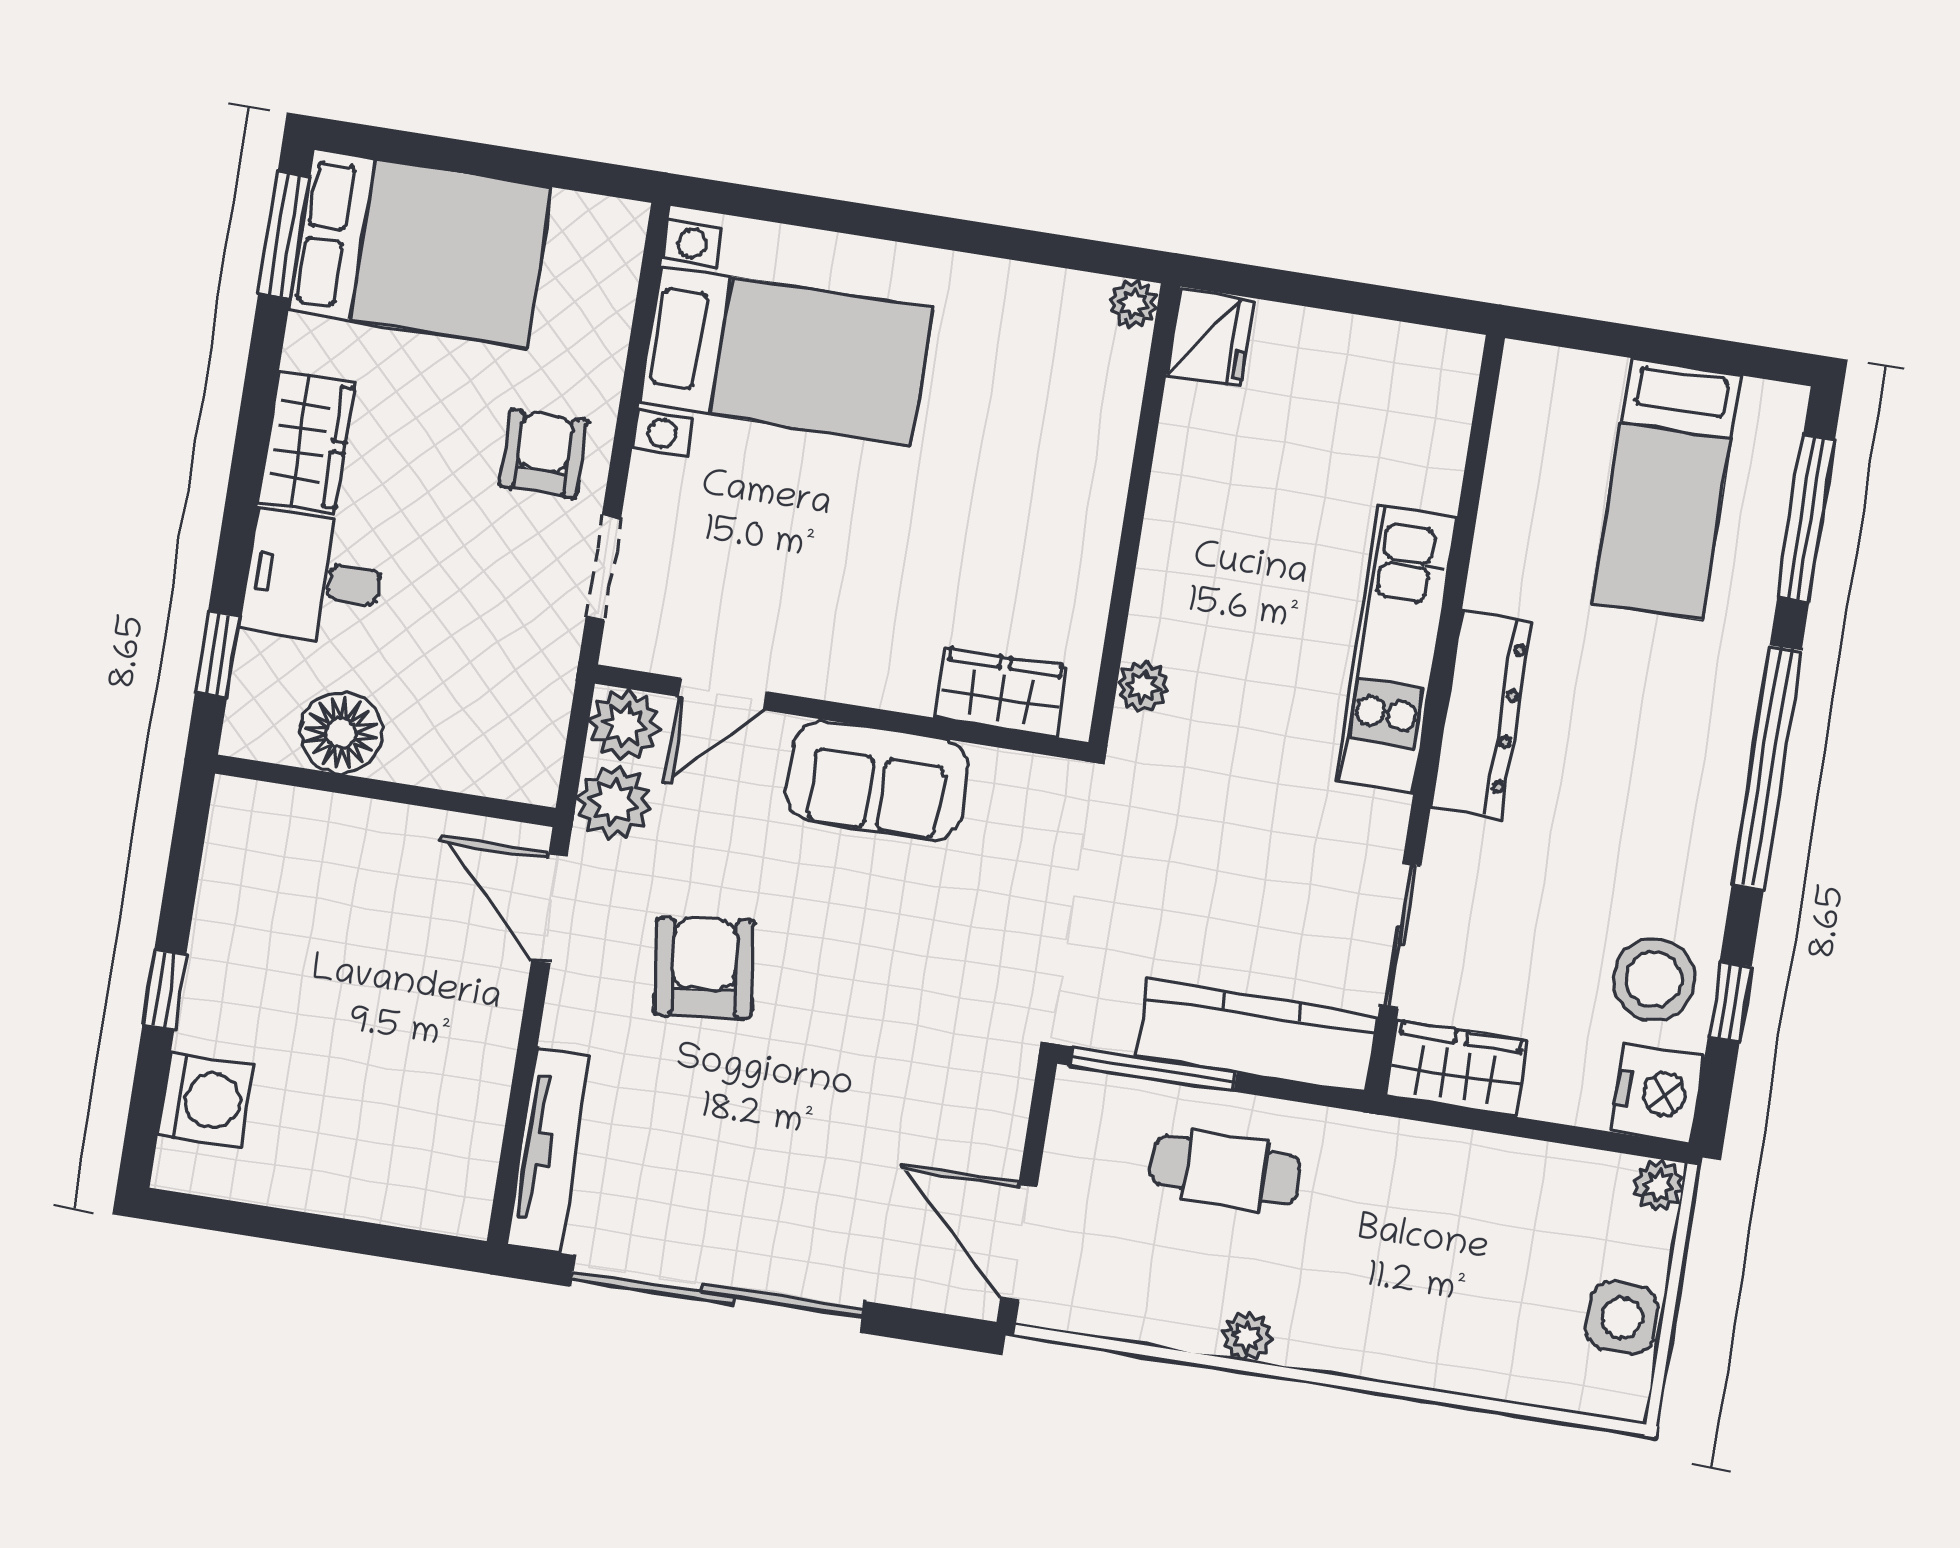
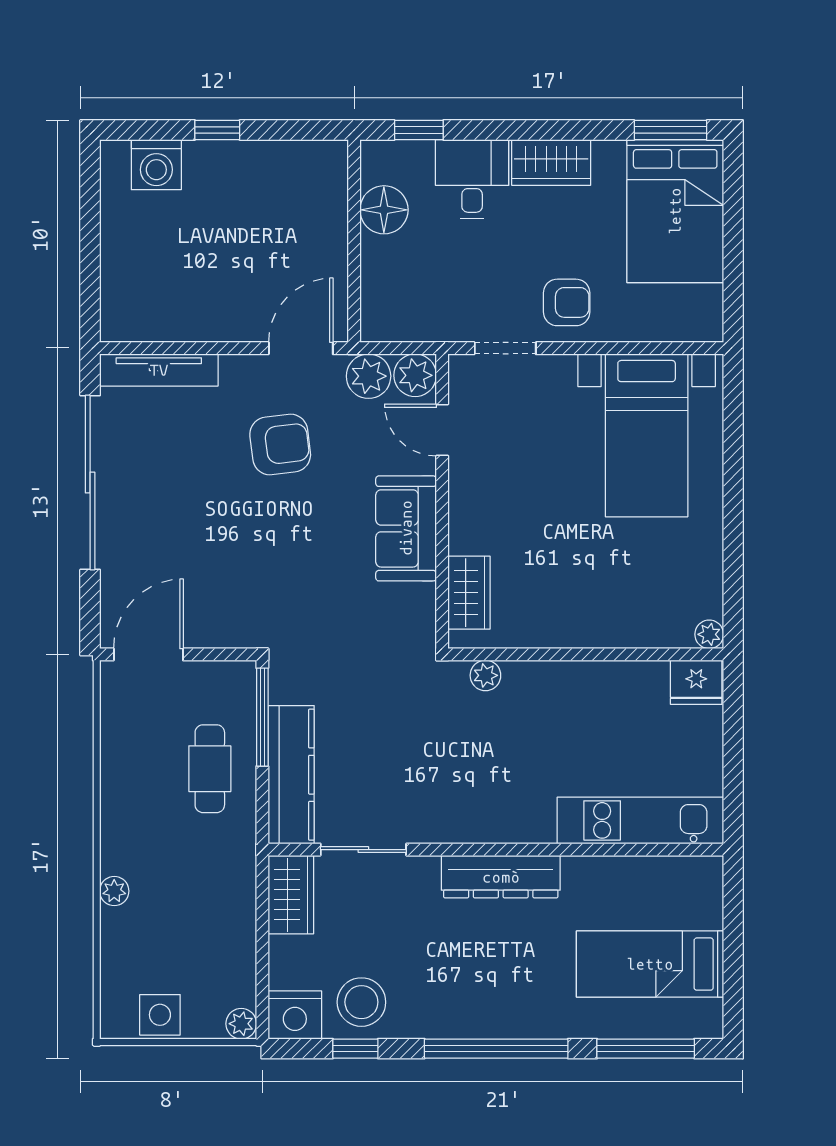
kitchen unit: (1396, 649) -> (640, 820), moved
plant: (1247, 1337) -> (114, 891), moved

